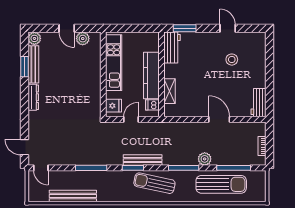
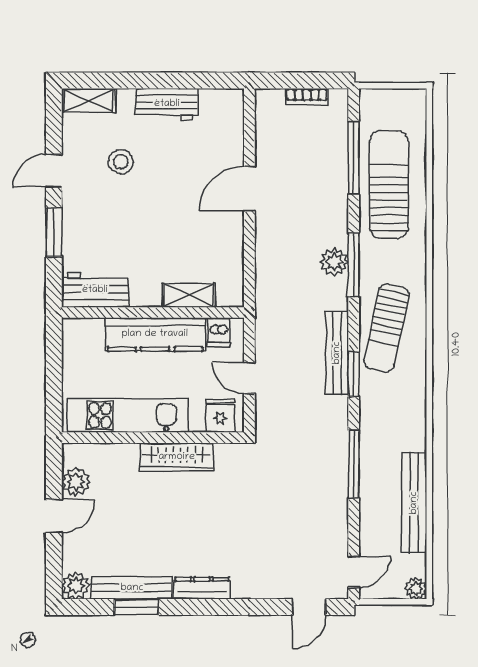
window: (185, 28) -> (54, 232), moved
shelving: (260, 44) -> (88, 100), added
wardrobe: (94, 85) -> (177, 457), added
workbench: (259, 103) -> (167, 104), moved
plant: (205, 159) -> (334, 262), moved
plant: (33, 197) -> (416, 588), added

